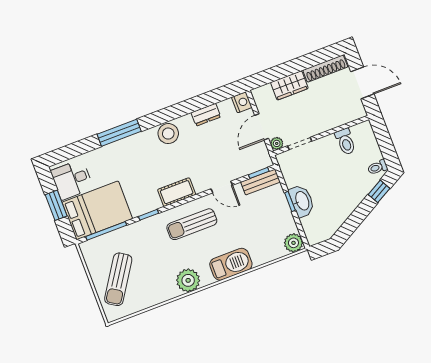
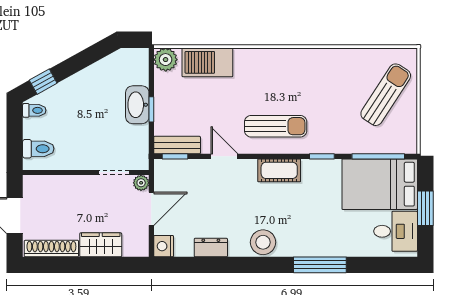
toilet: (345, 142) -> (38, 149), moved, turned 90
barbecue: (231, 264) -> (207, 62), moved
plant: (188, 280) -> (305, 62), removed

